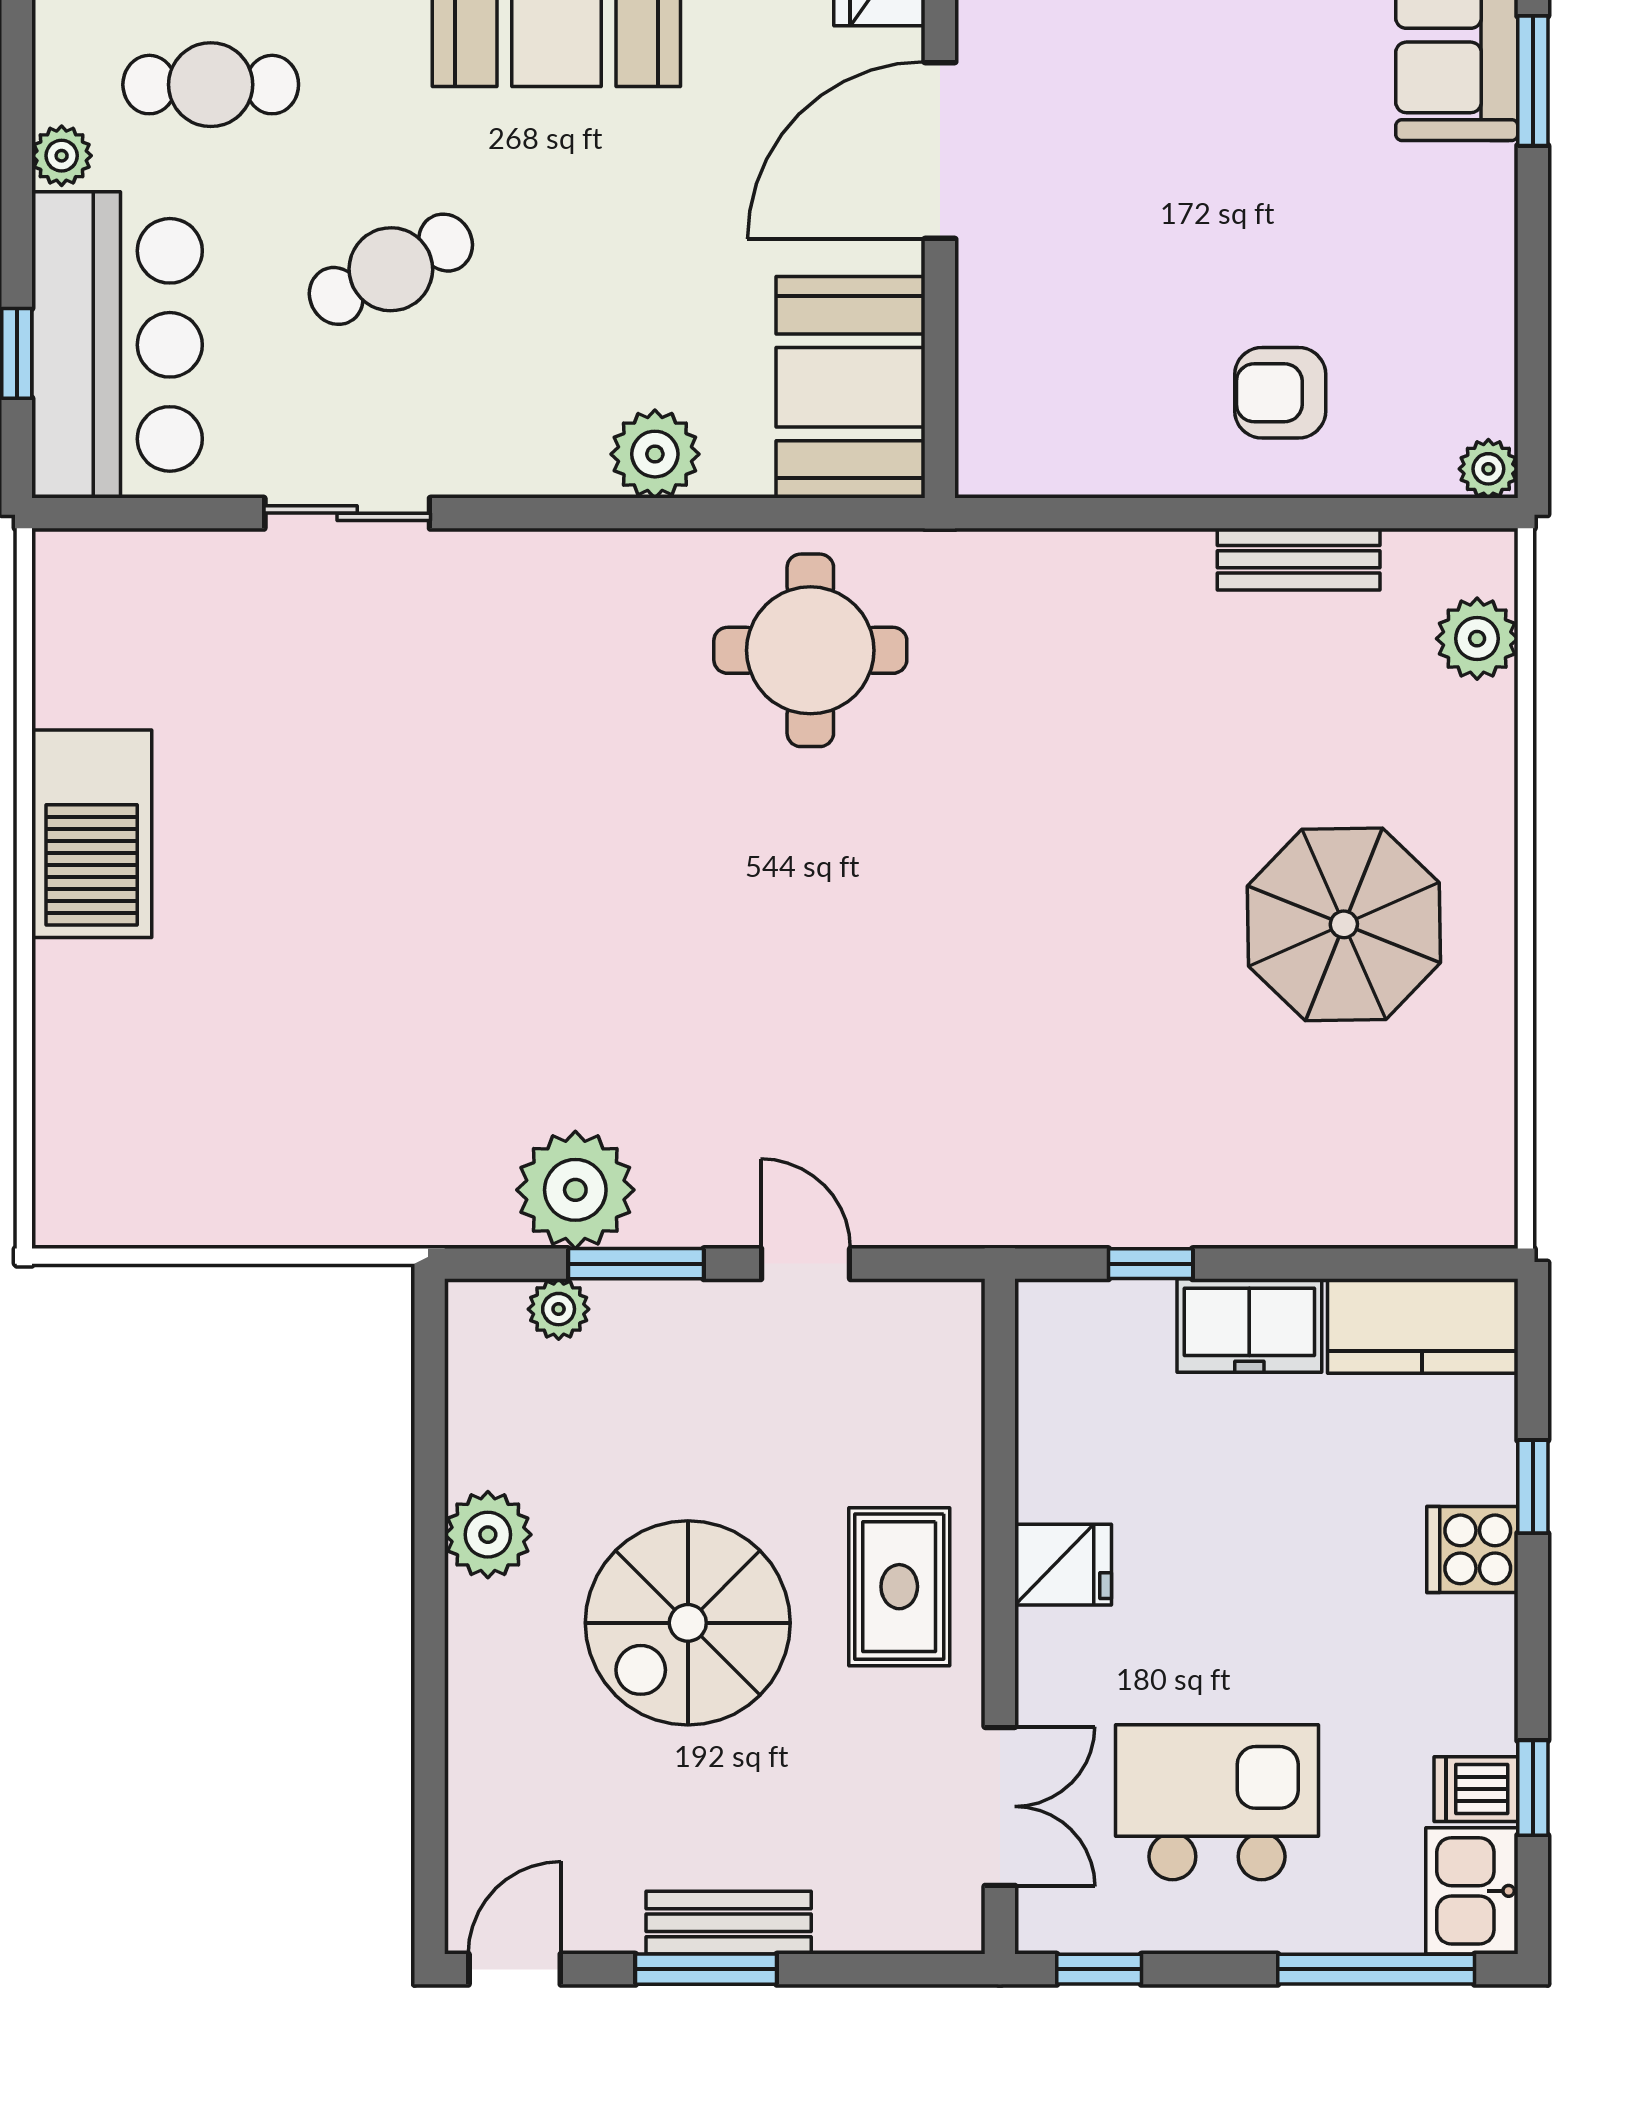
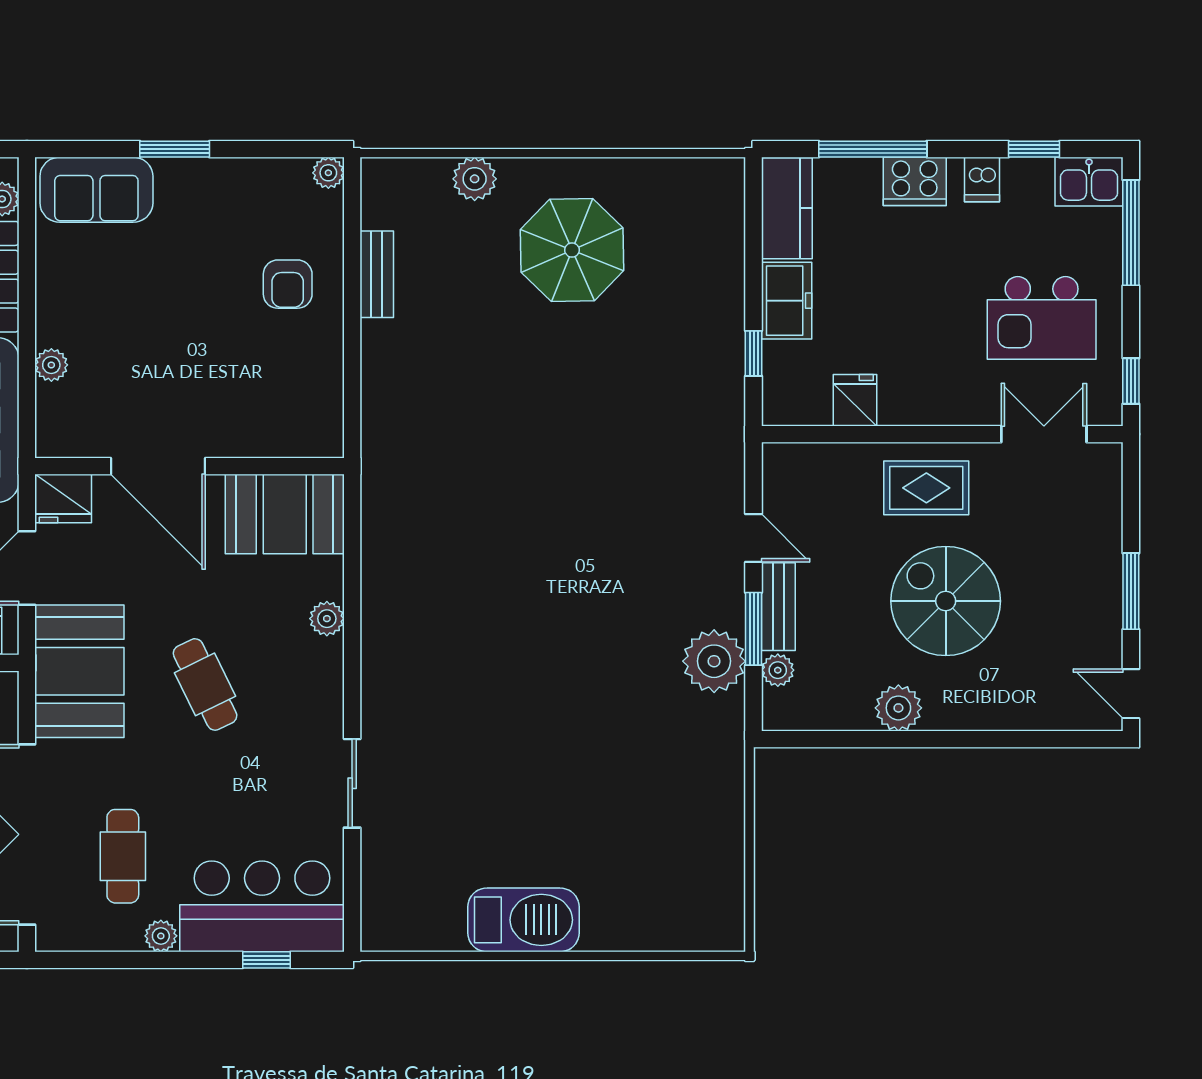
window: (1533, 81) -> (175, 149), moved
cafe table: (391, 269) -> (205, 684), moved
plant: (655, 454) -> (327, 619), width x0.73, depth x0.73
plant: (1477, 639) -> (475, 179), moved
round table: (810, 650) -> (425, 535), removed
door: (806, 1264) -> (754, 538), swing flipped
window: (1533, 1487) -> (873, 149), width x2.17
cooker: (1472, 1549) -> (915, 181), width x1.36
fridge: (1063, 1565) -> (855, 400), moved
spiral stairs: (688, 1623) -> (946, 601), turned 180
dishwasher: (1476, 1789) -> (982, 179), moved
kitchen island: (1217, 1802) -> (1042, 318), turned -90
bench: (729, 1923) -> (778, 607), moved

